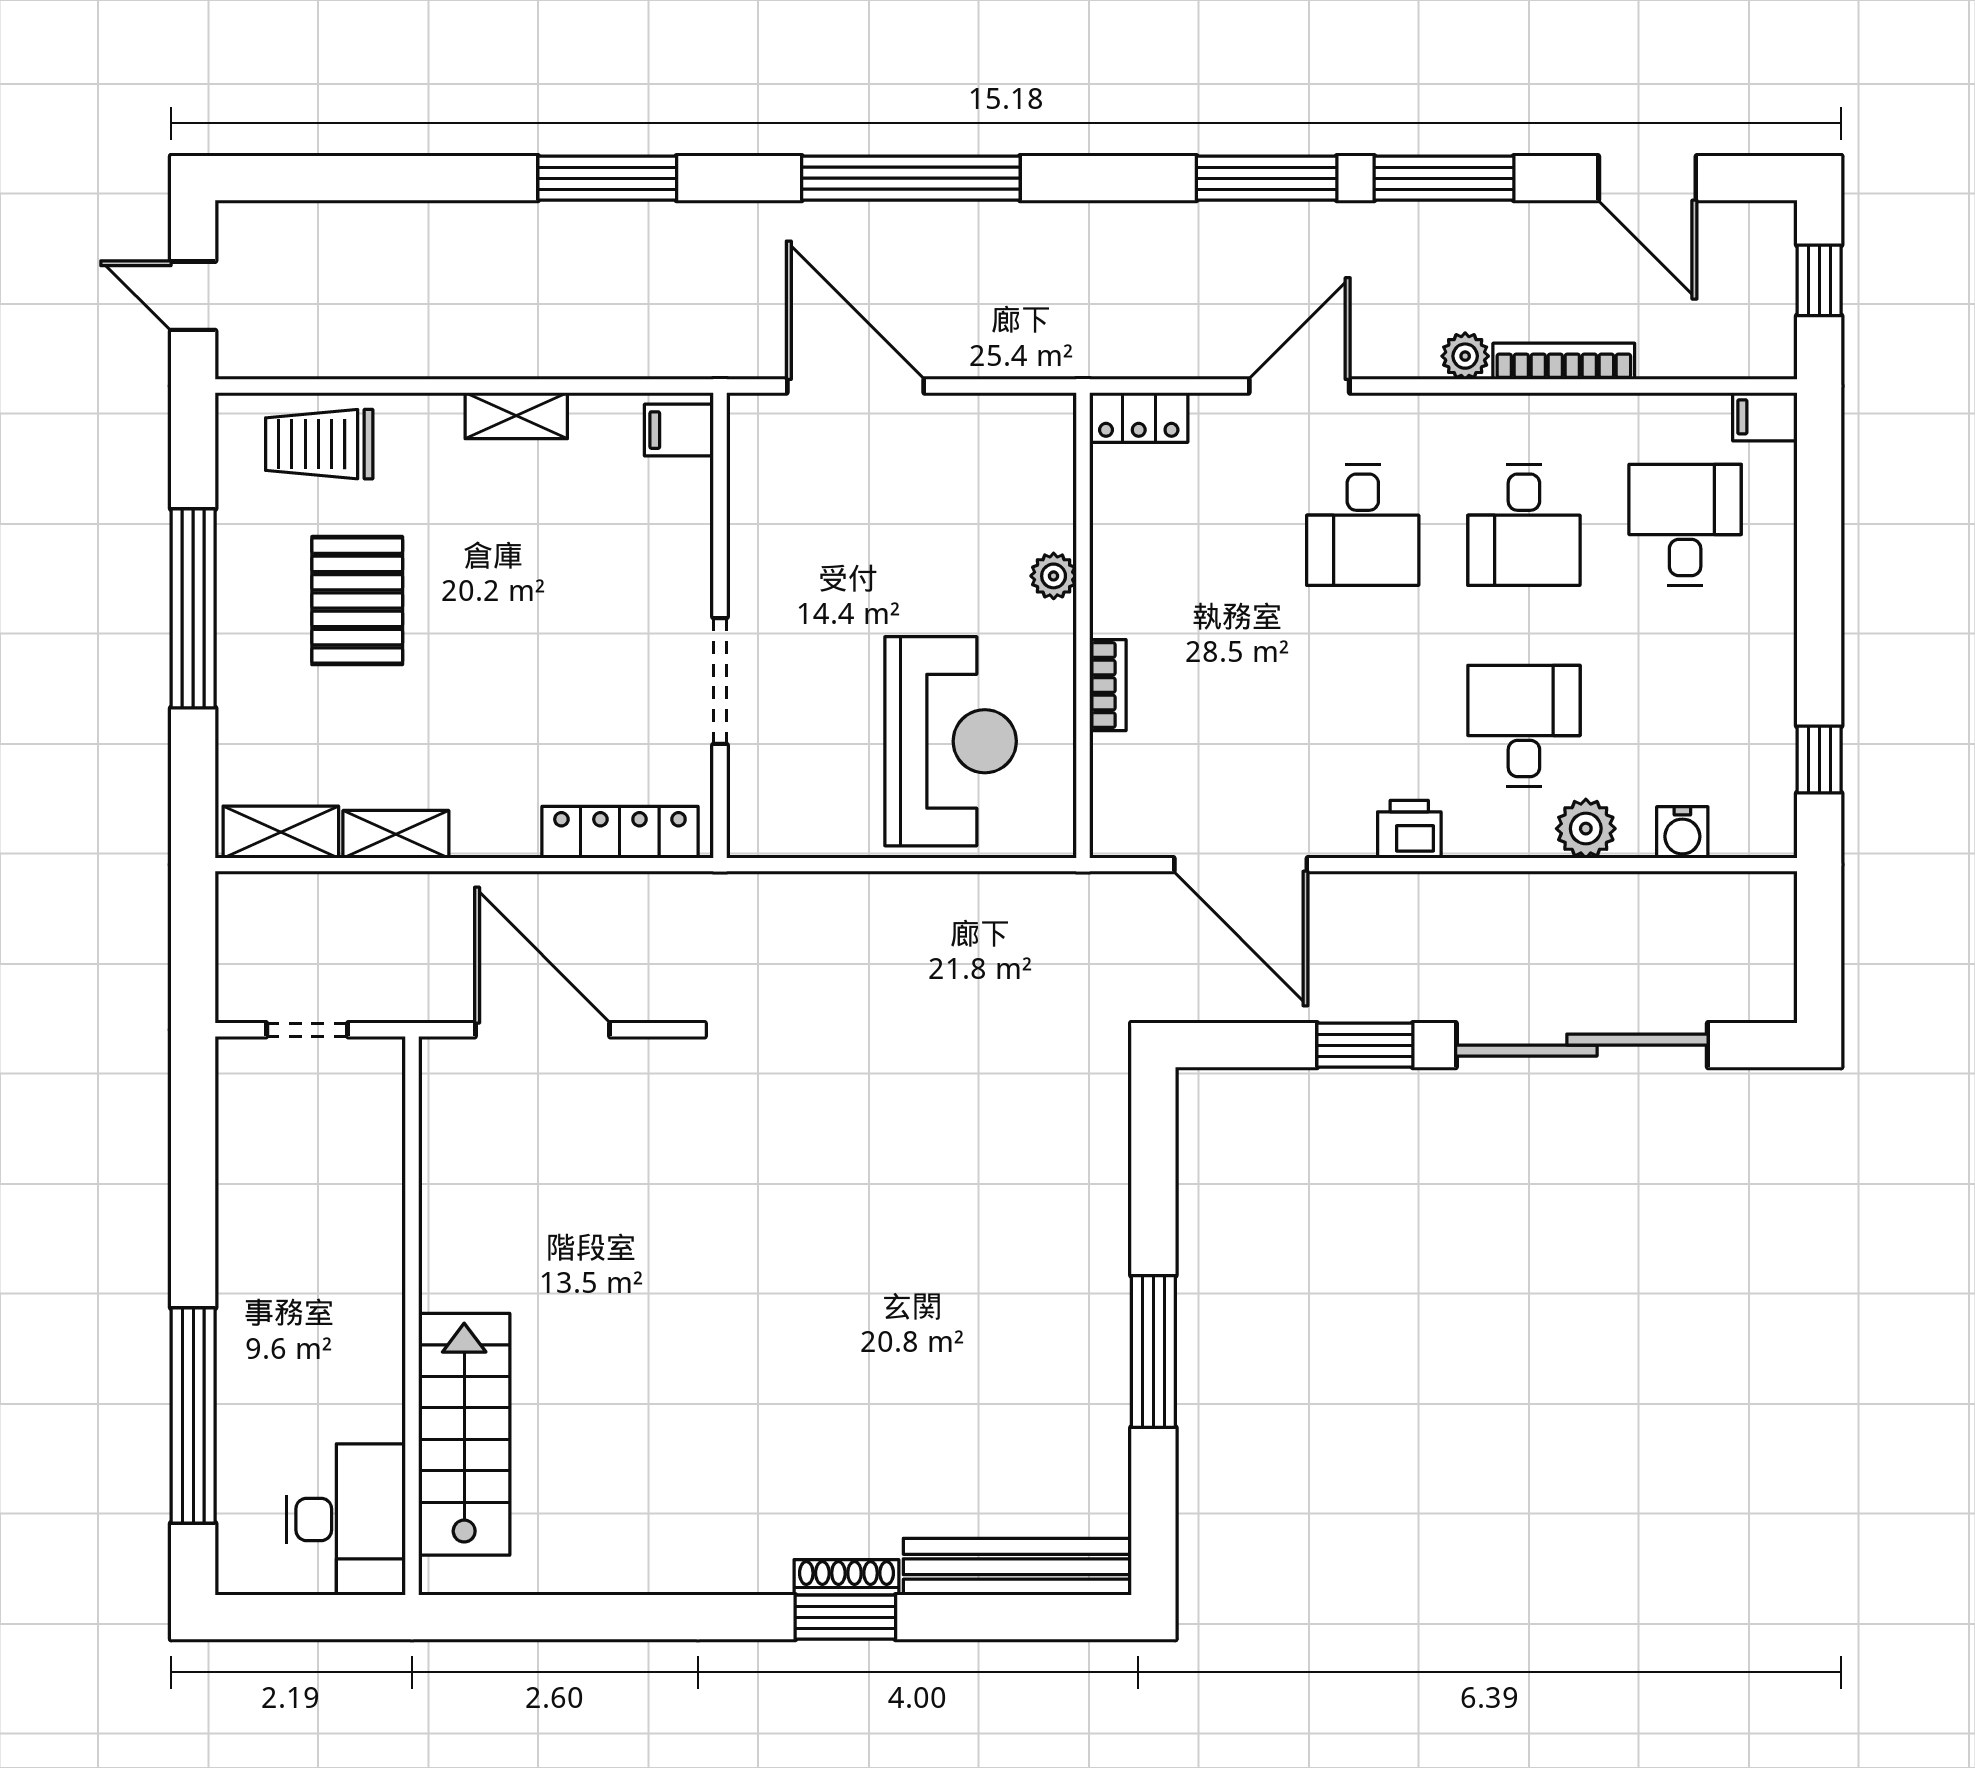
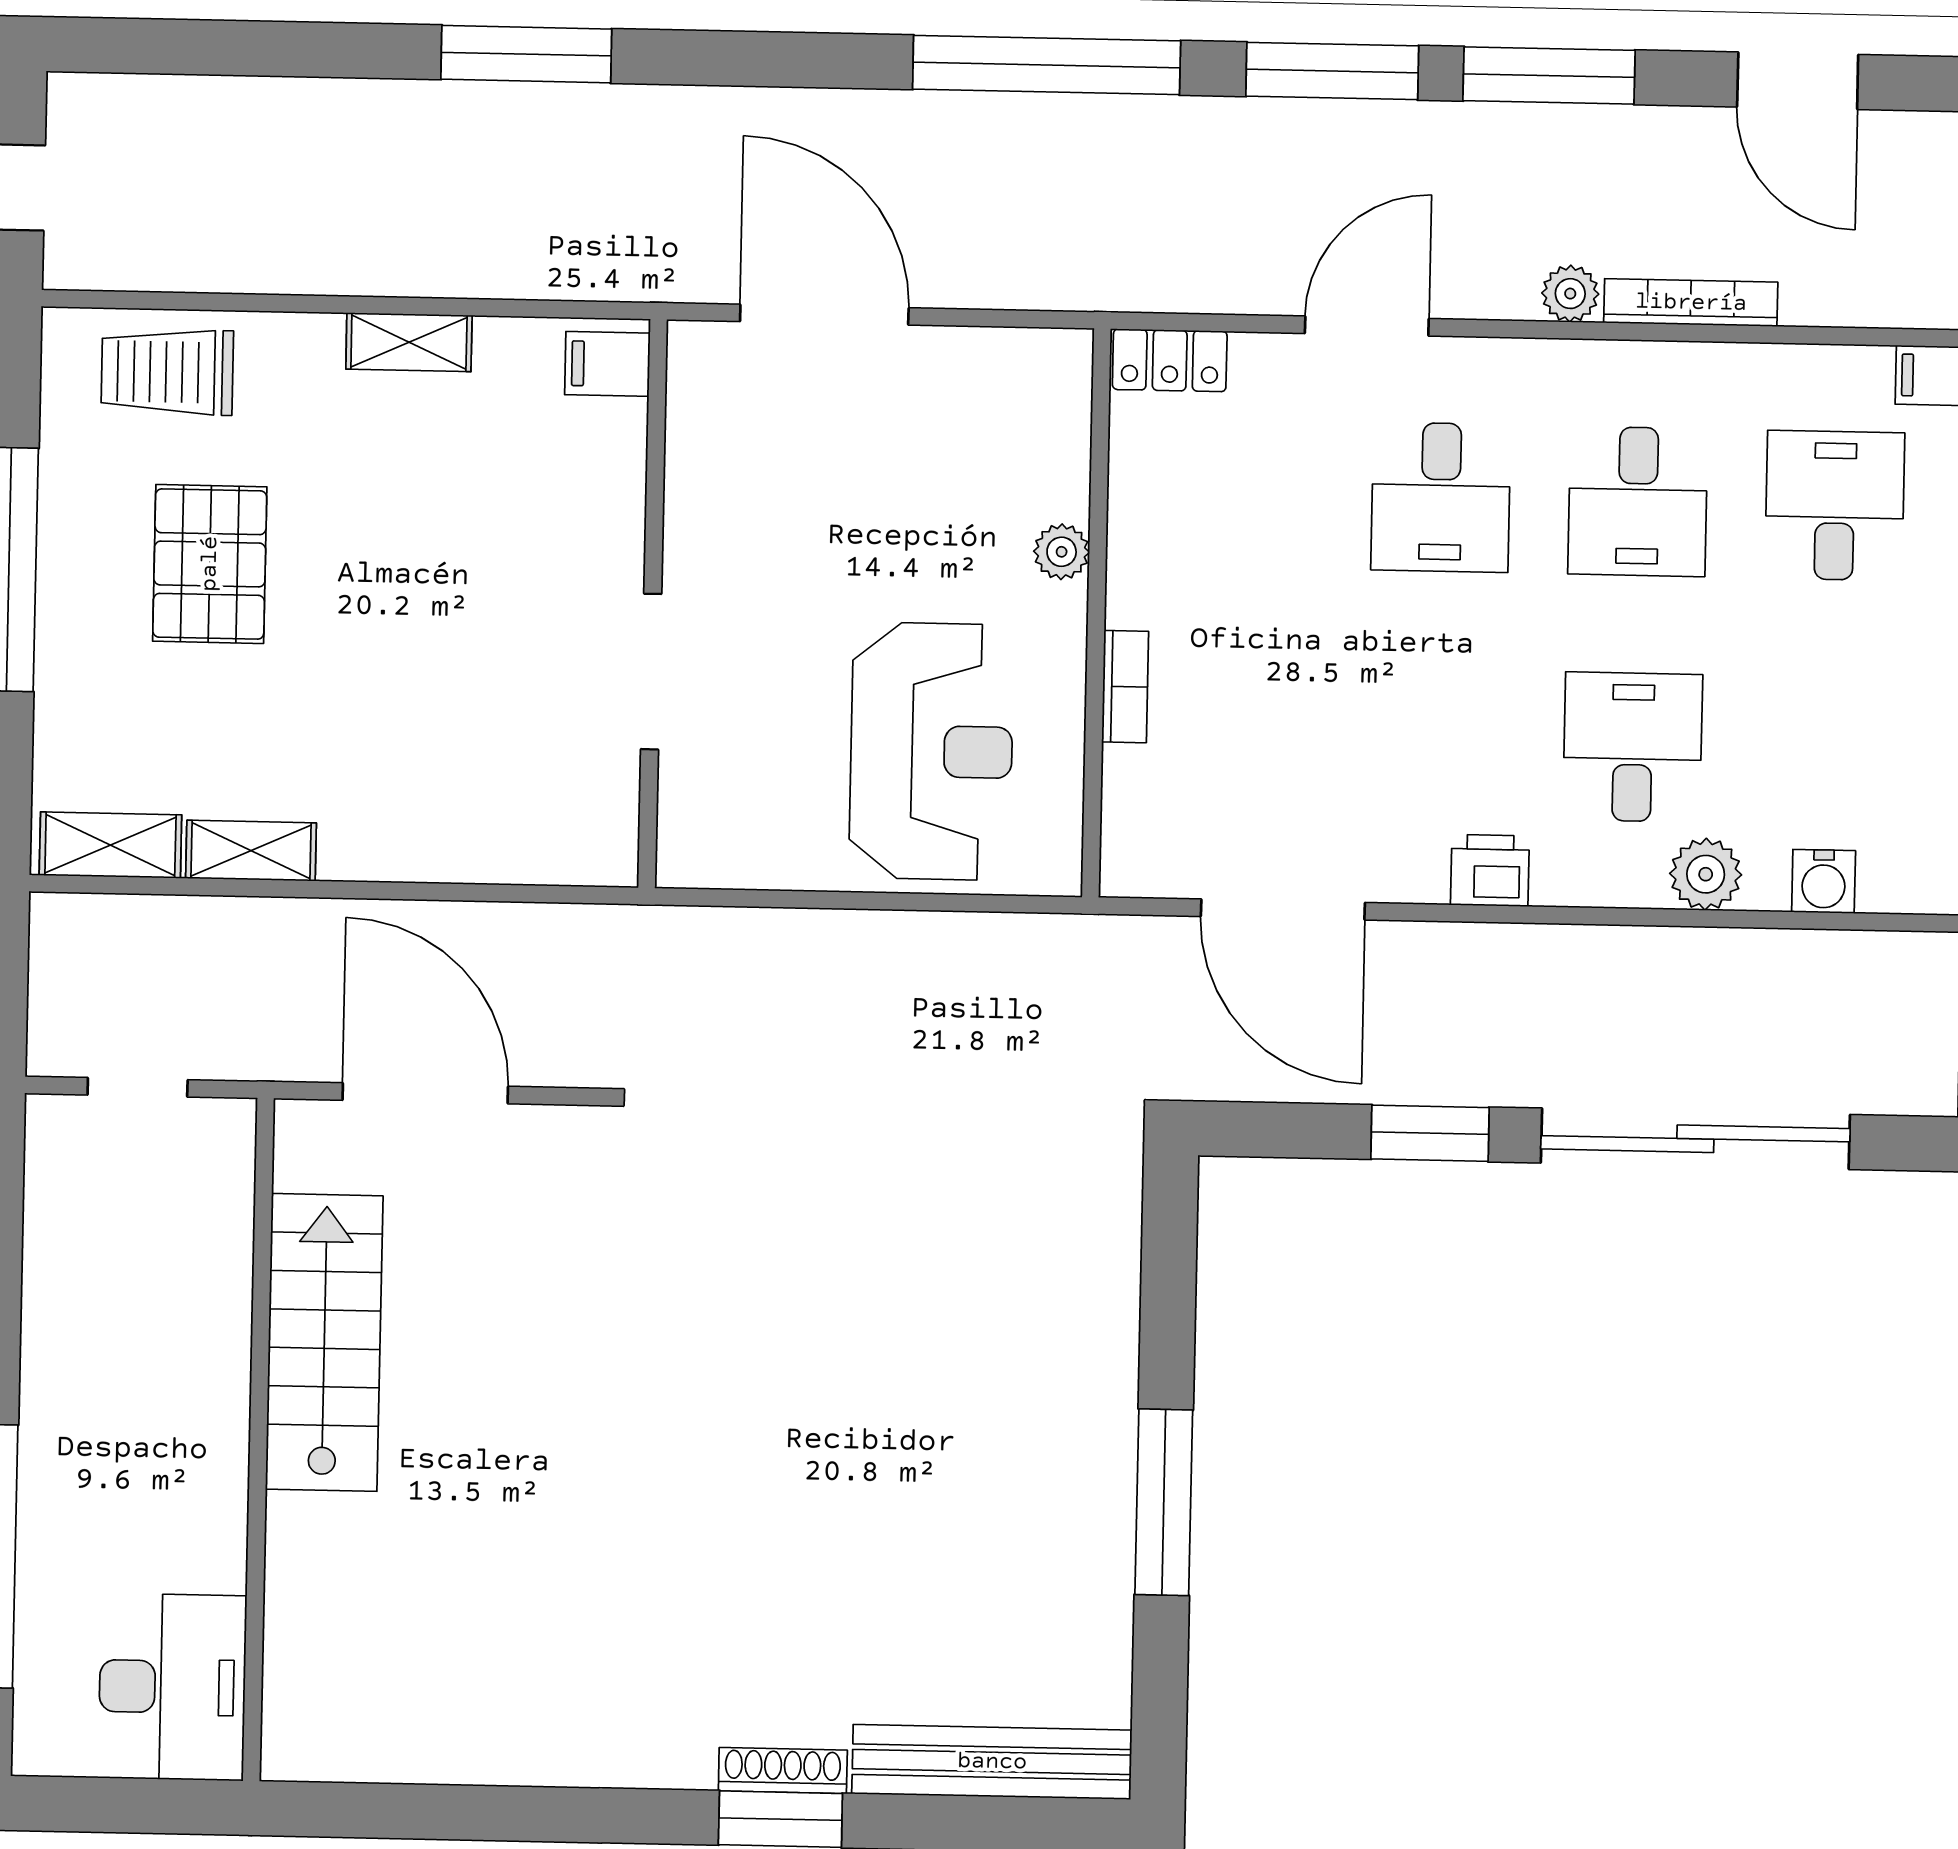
window: (911, 178) -> (1047, 65), moved
locker: (620, 832) -> (525, 854), removed
stairs: (464, 1434) -> (324, 1342), moved

